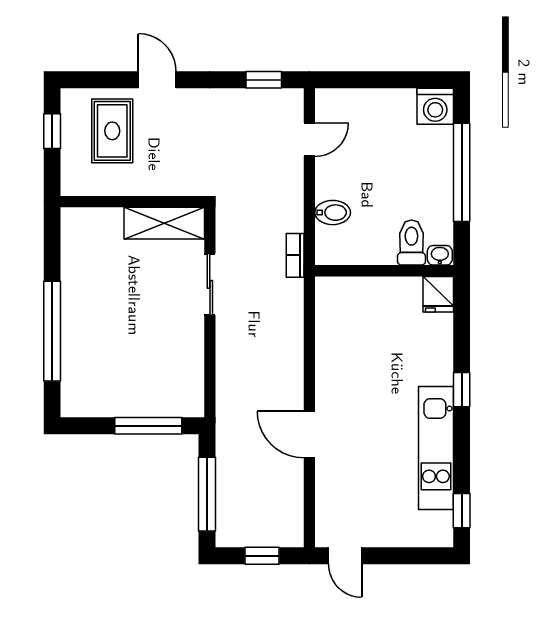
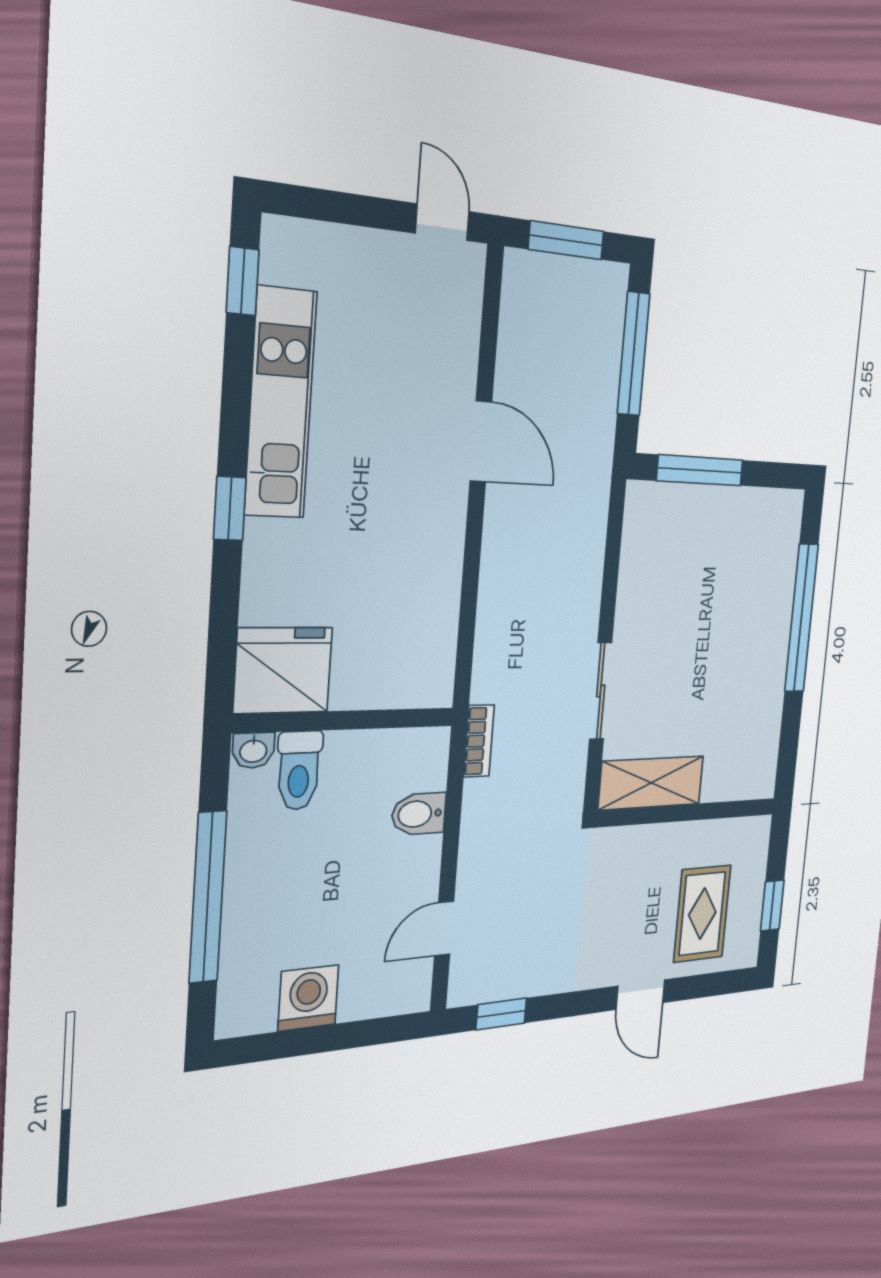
washing machine: (435, 106) -> (308, 998), moved
fridge: (438, 294) -> (283, 670), width x1.88, depth x1.34
window: (262, 556) -> (566, 240), width x1.50

